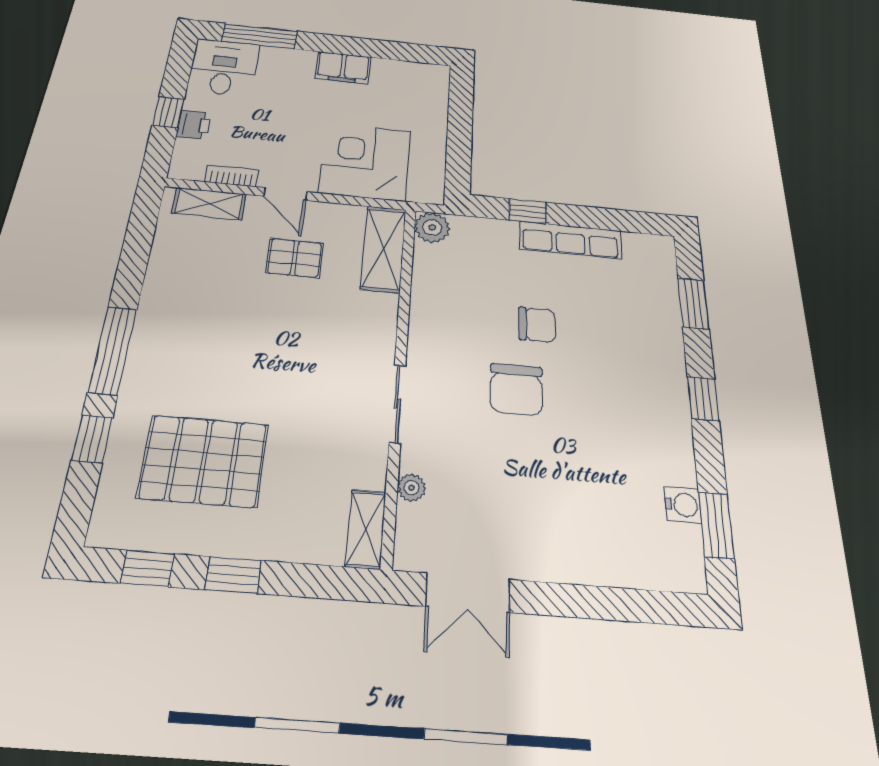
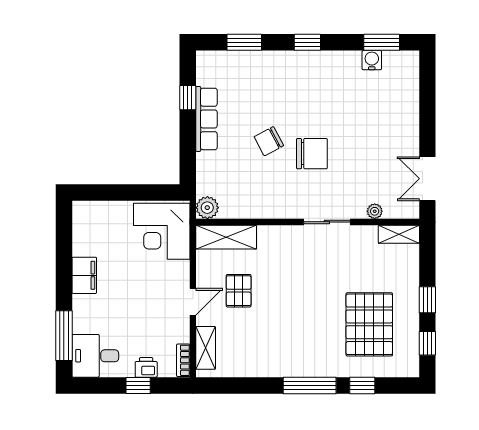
corner desk: (365, 162) -> (162, 231), moved
bookcase: (232, 176) -> (183, 360), moved
window: (528, 211) -> (188, 98), moved
chair: (537, 325) -> (269, 141), turned -118
double door: (468, 593) -> (427, 179), swing flipped

